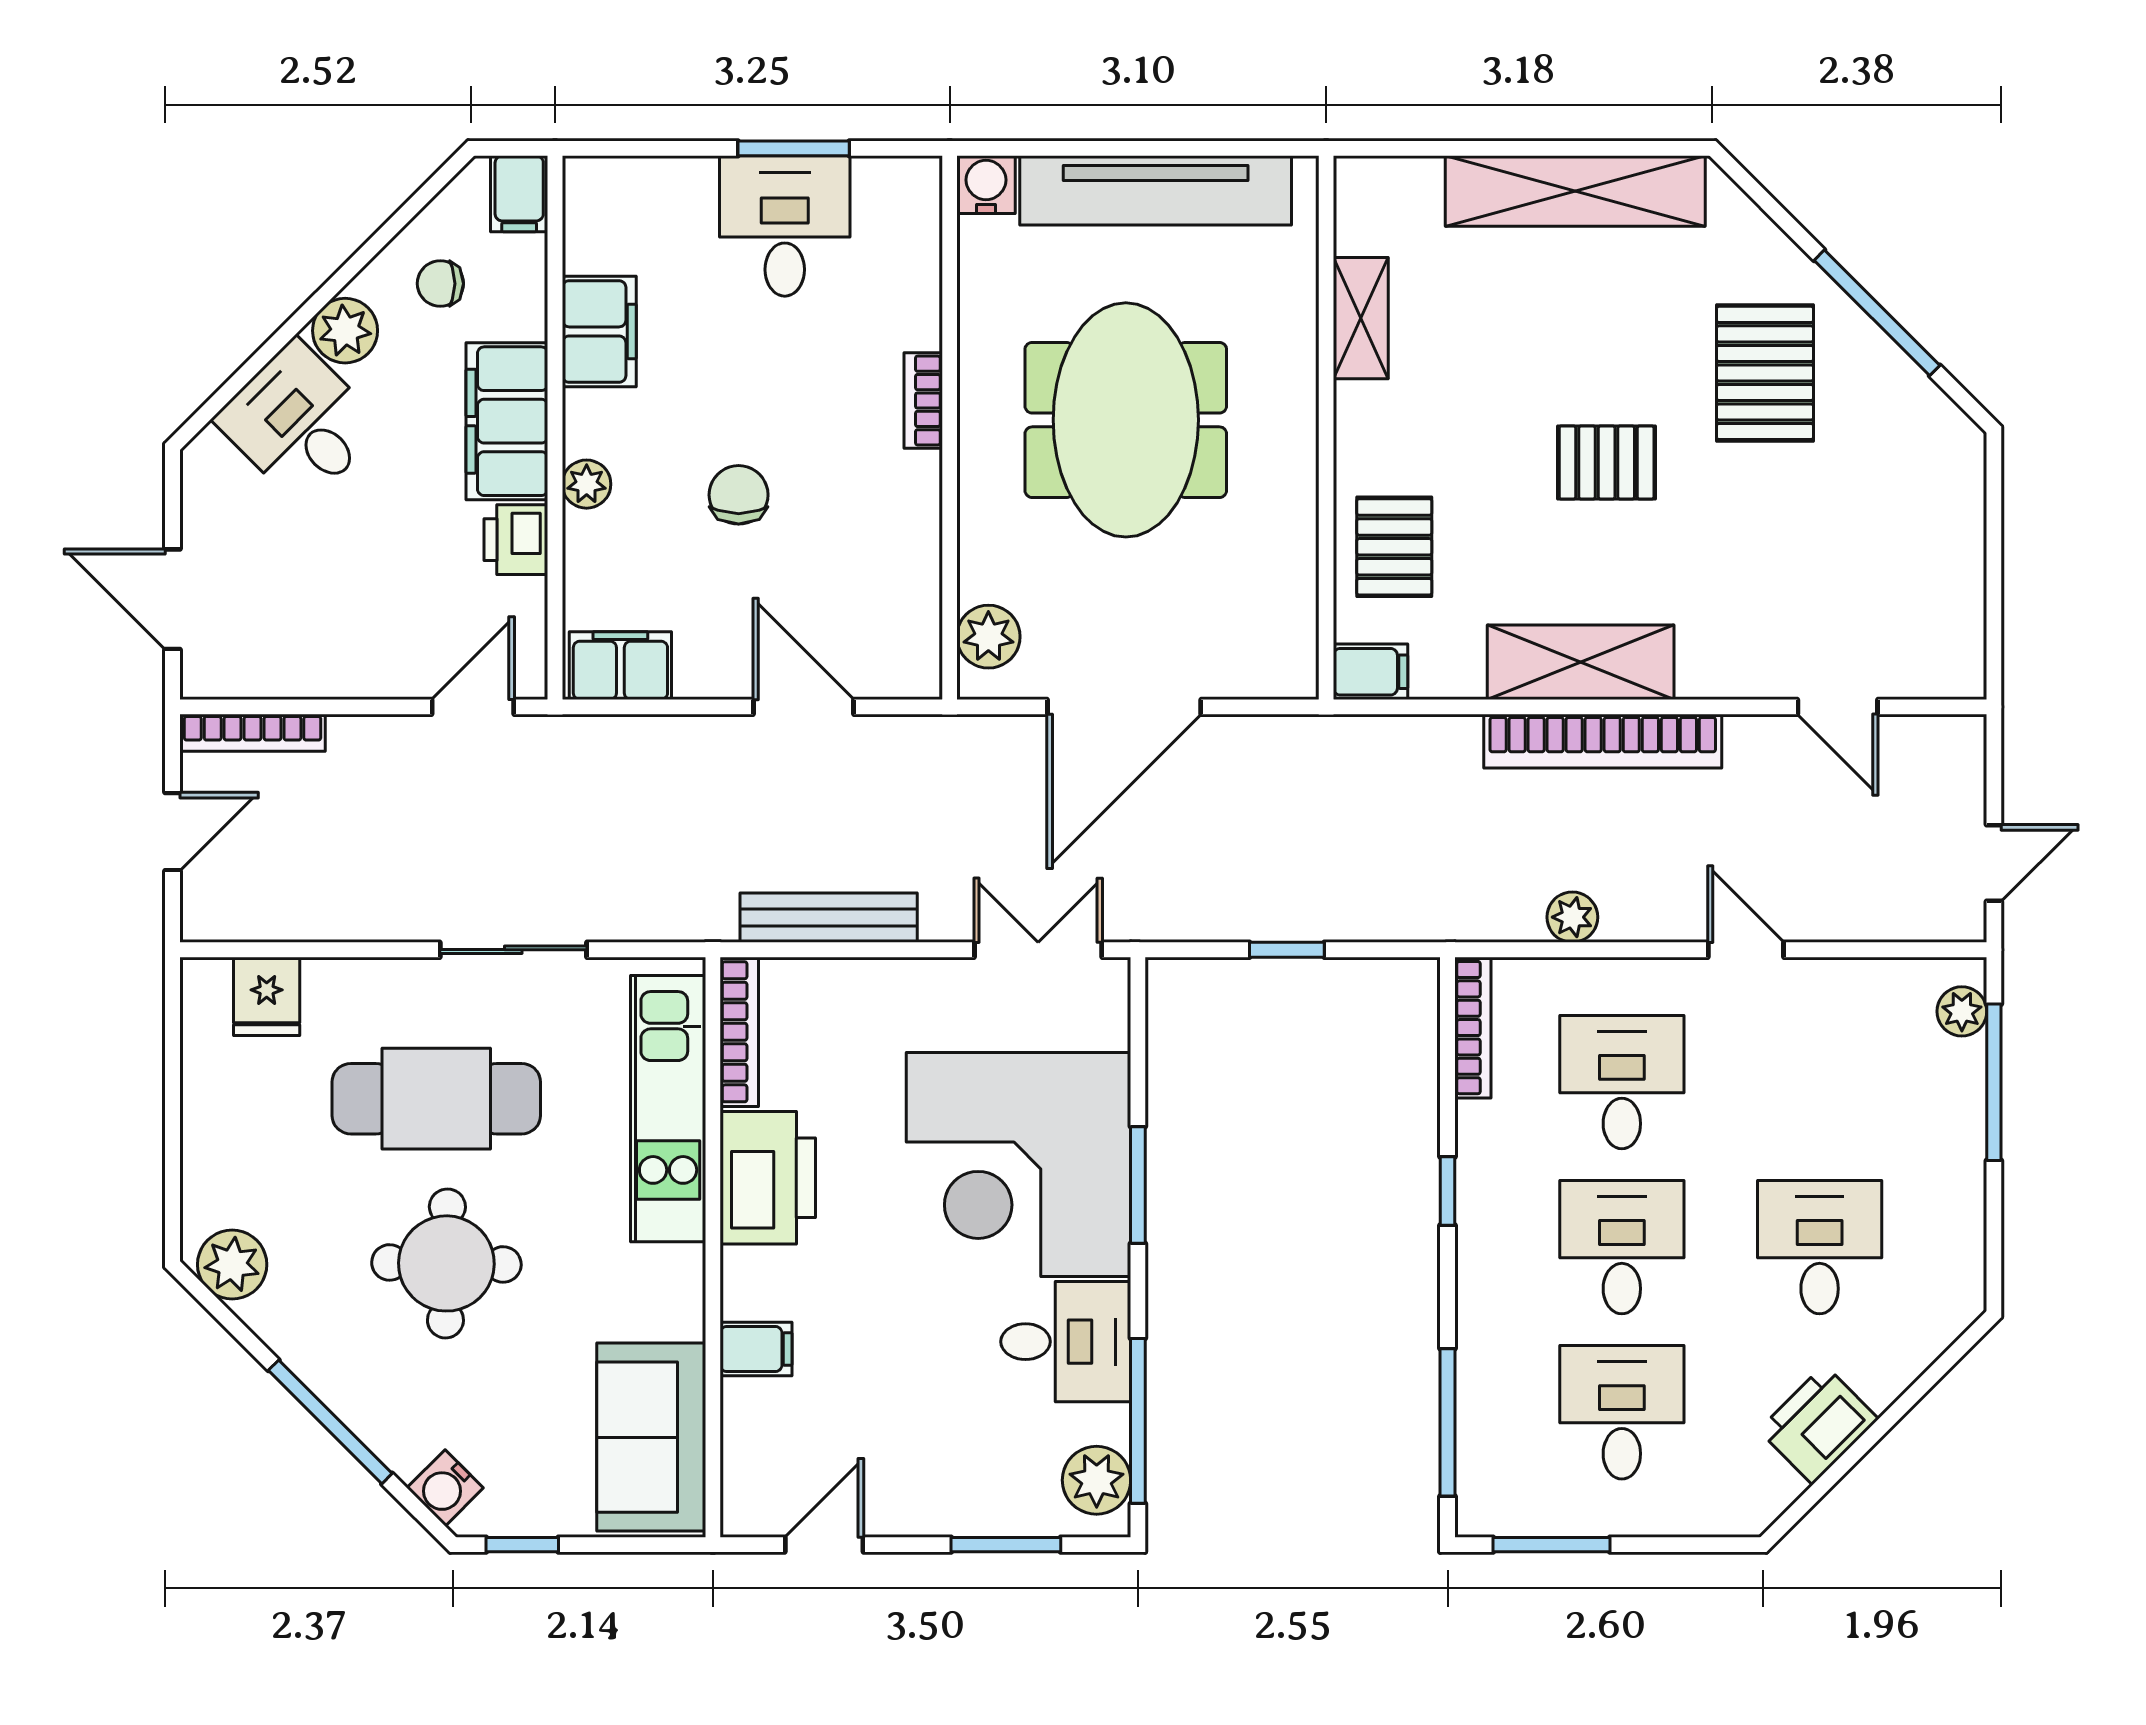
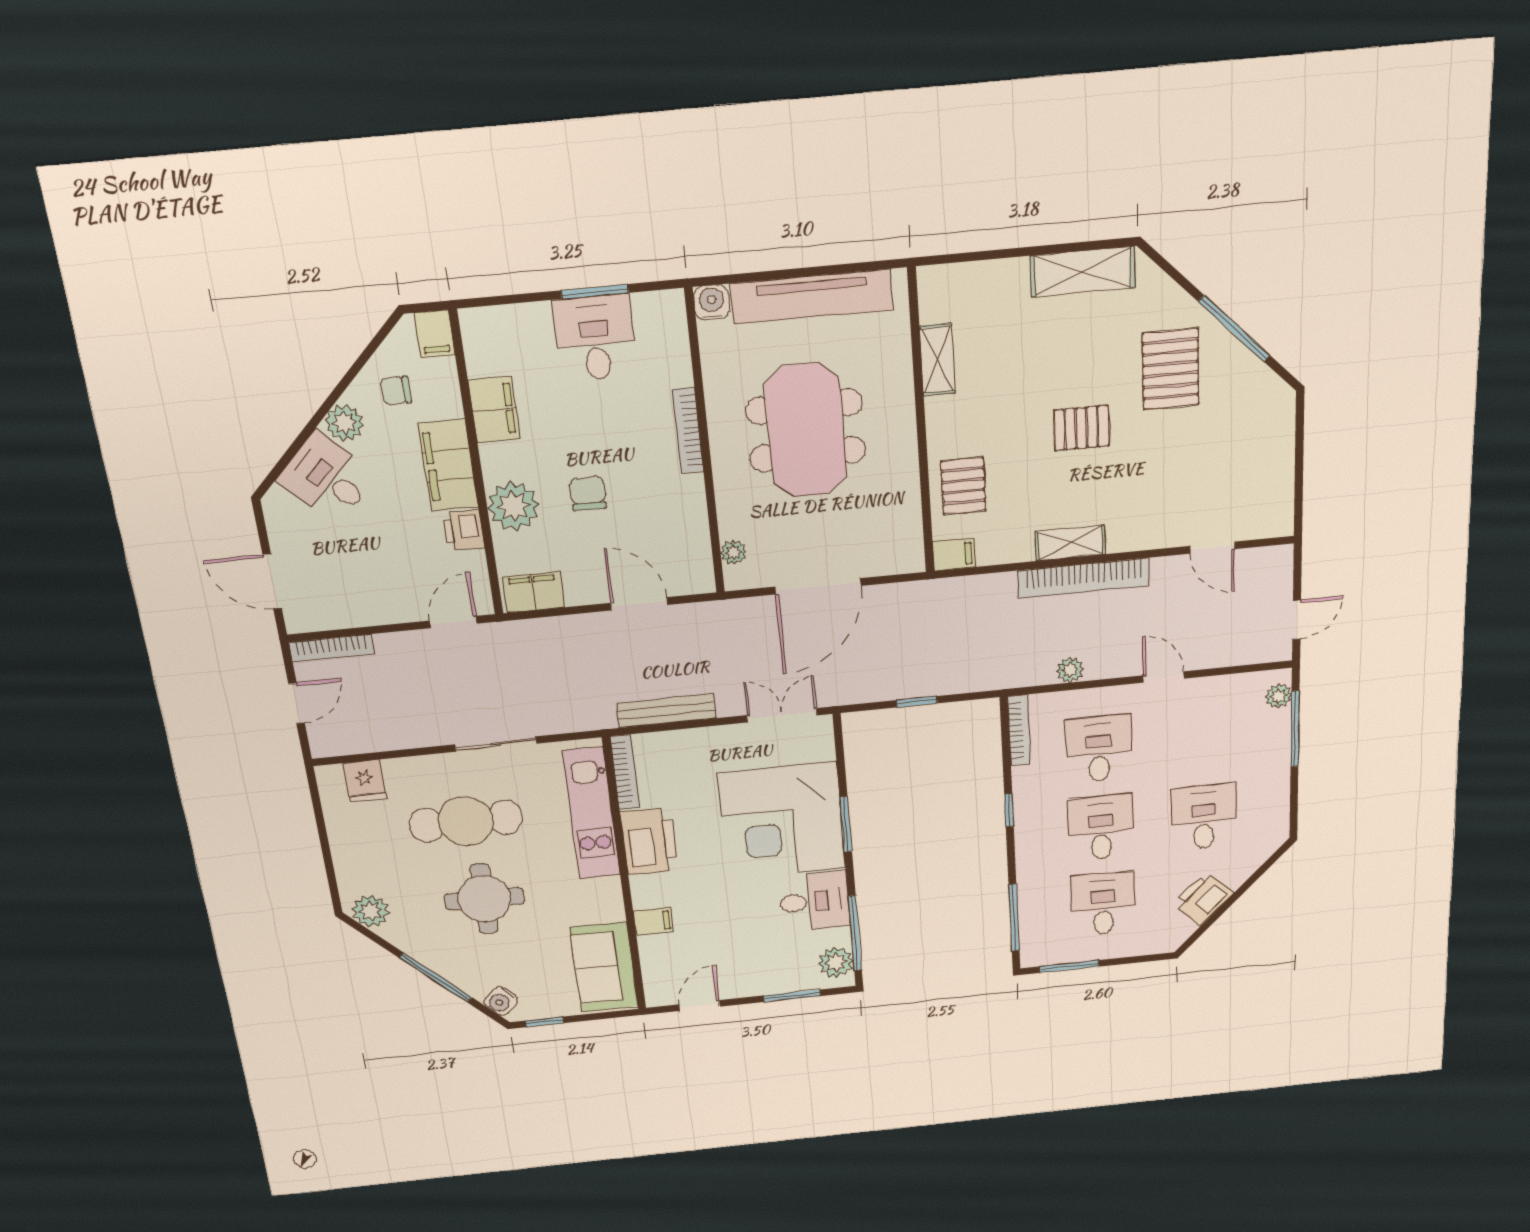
shelving: (1575, 191) -> (1083, 272), width x0.68
bookcase: (923, 401) -> (688, 431), width x1.56
plant: (587, 484) -> (513, 506), width x1.87, depth x1.87
plant: (988, 637) -> (733, 552), width x0.73, depth x0.73
shelving: (1581, 662) -> (1070, 543), width x0.67, depth x0.75

